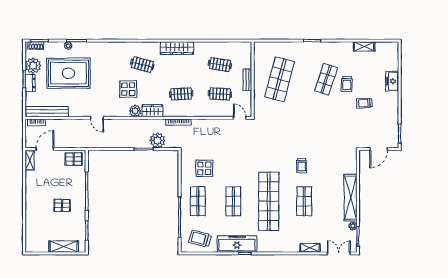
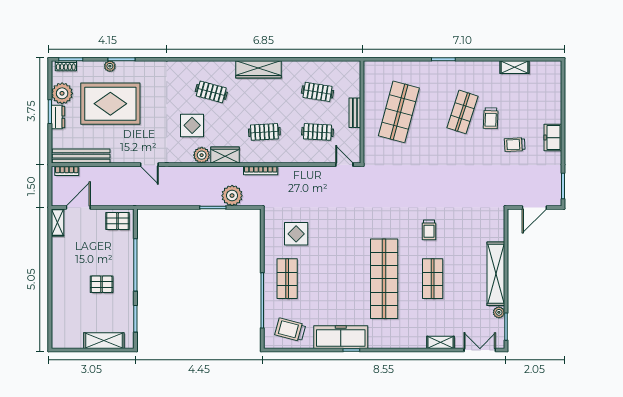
freezer: (392, 81) -> (553, 138), moved
shop shelf: (233, 201) -> (336, 279), removed

